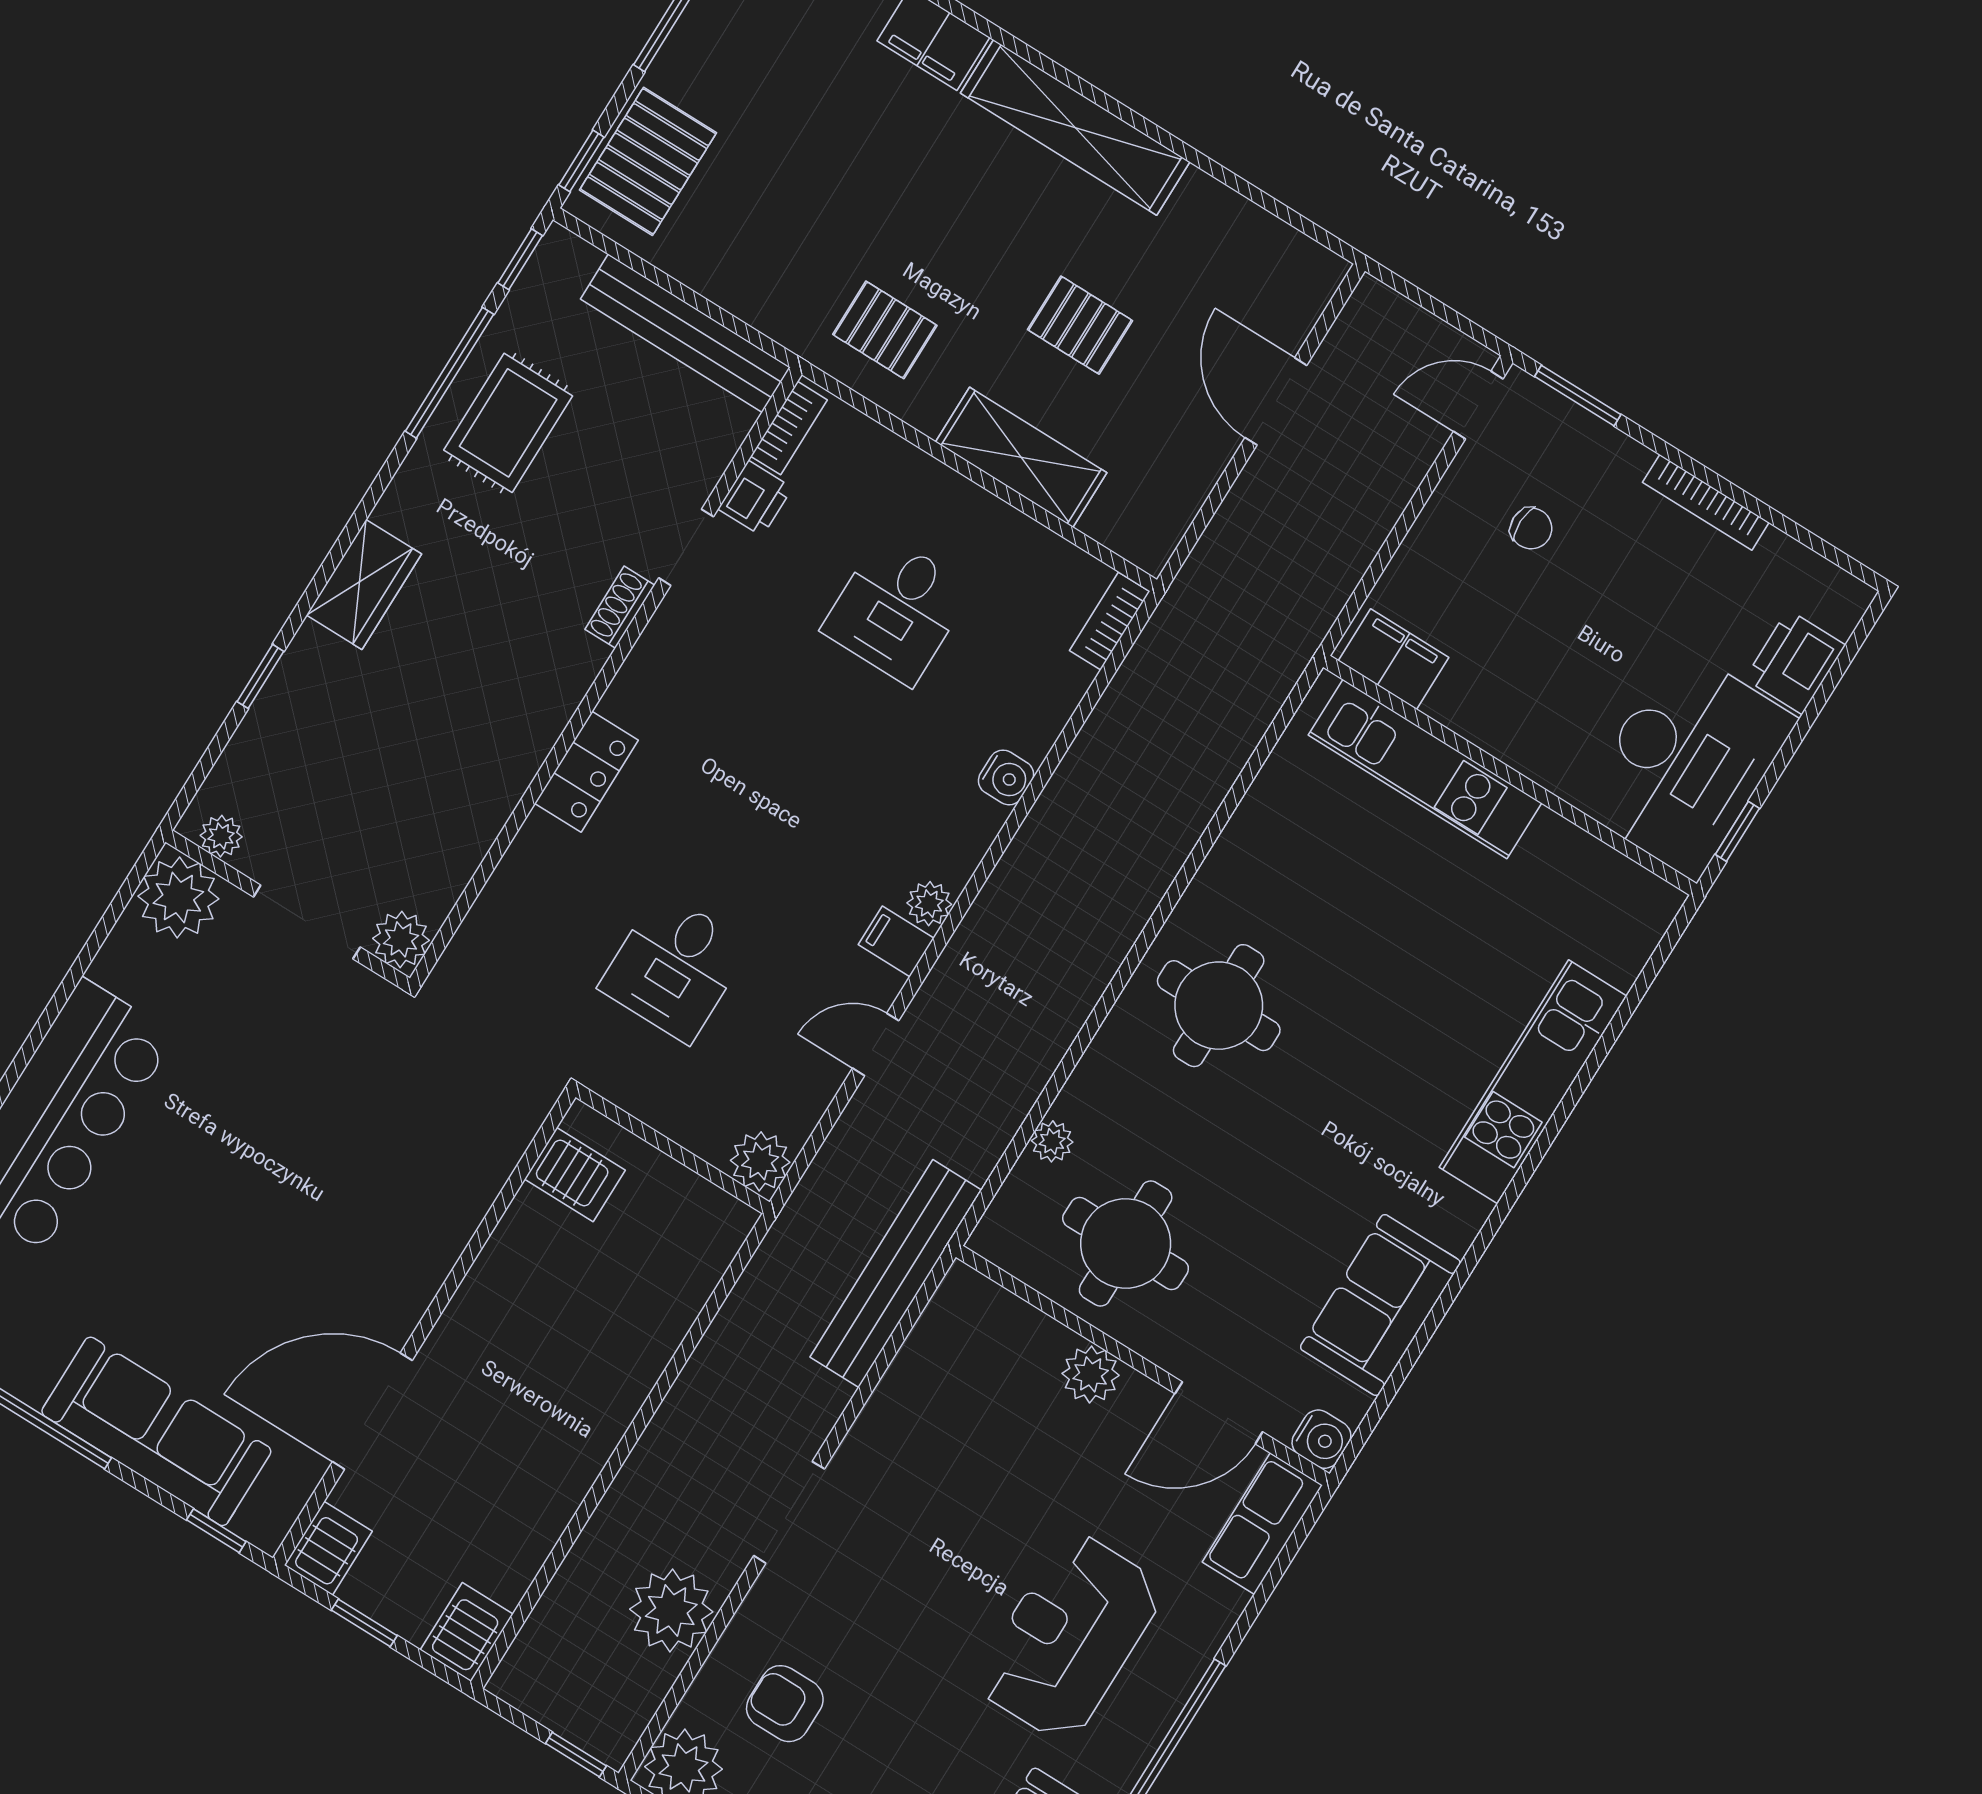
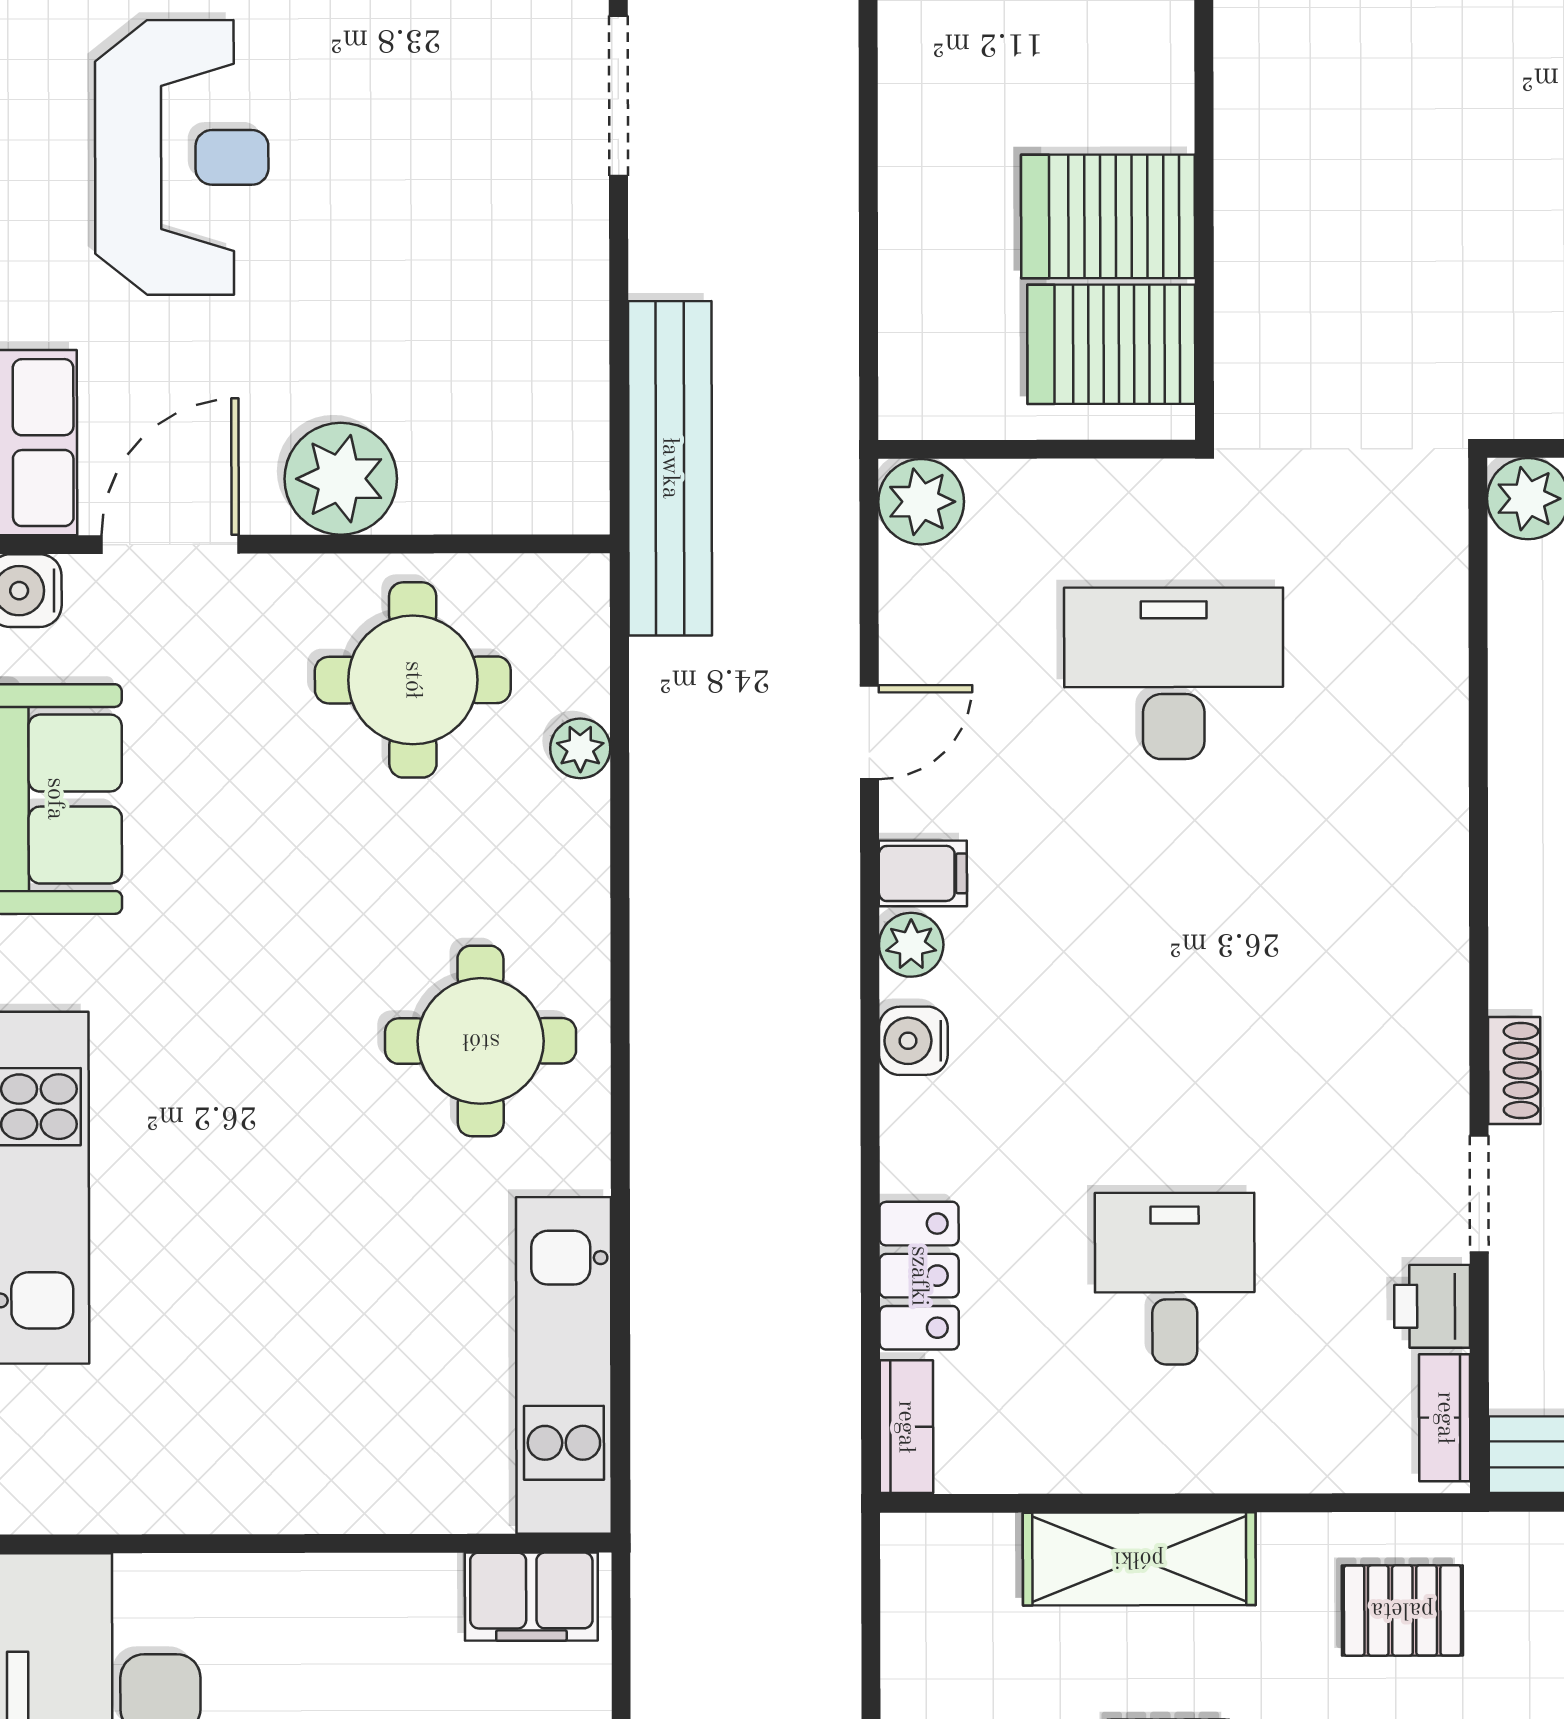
kitchen unit: (1425, 769) -> (564, 1365), moved, turned -90
locker: (586, 772) -> (919, 1276), moved, turned 180
water cooler: (1006, 777) -> (913, 1041), moved
desk: (674, 967) -> (1174, 673), width x1.37
server rack: (575, 1175) -> (1111, 344), width x1.36, depth x1.44
server rack: (545, 1261) -> (1108, 216), added
plant: (1091, 1374) -> (341, 479), width x1.36, depth x1.36

